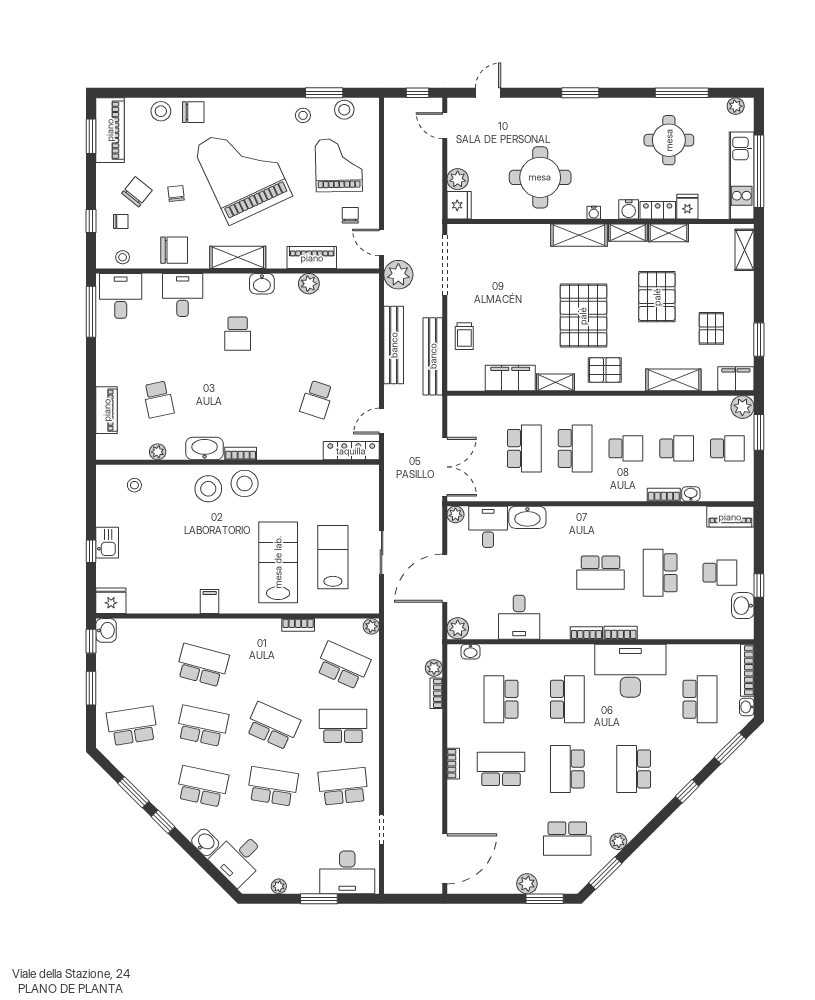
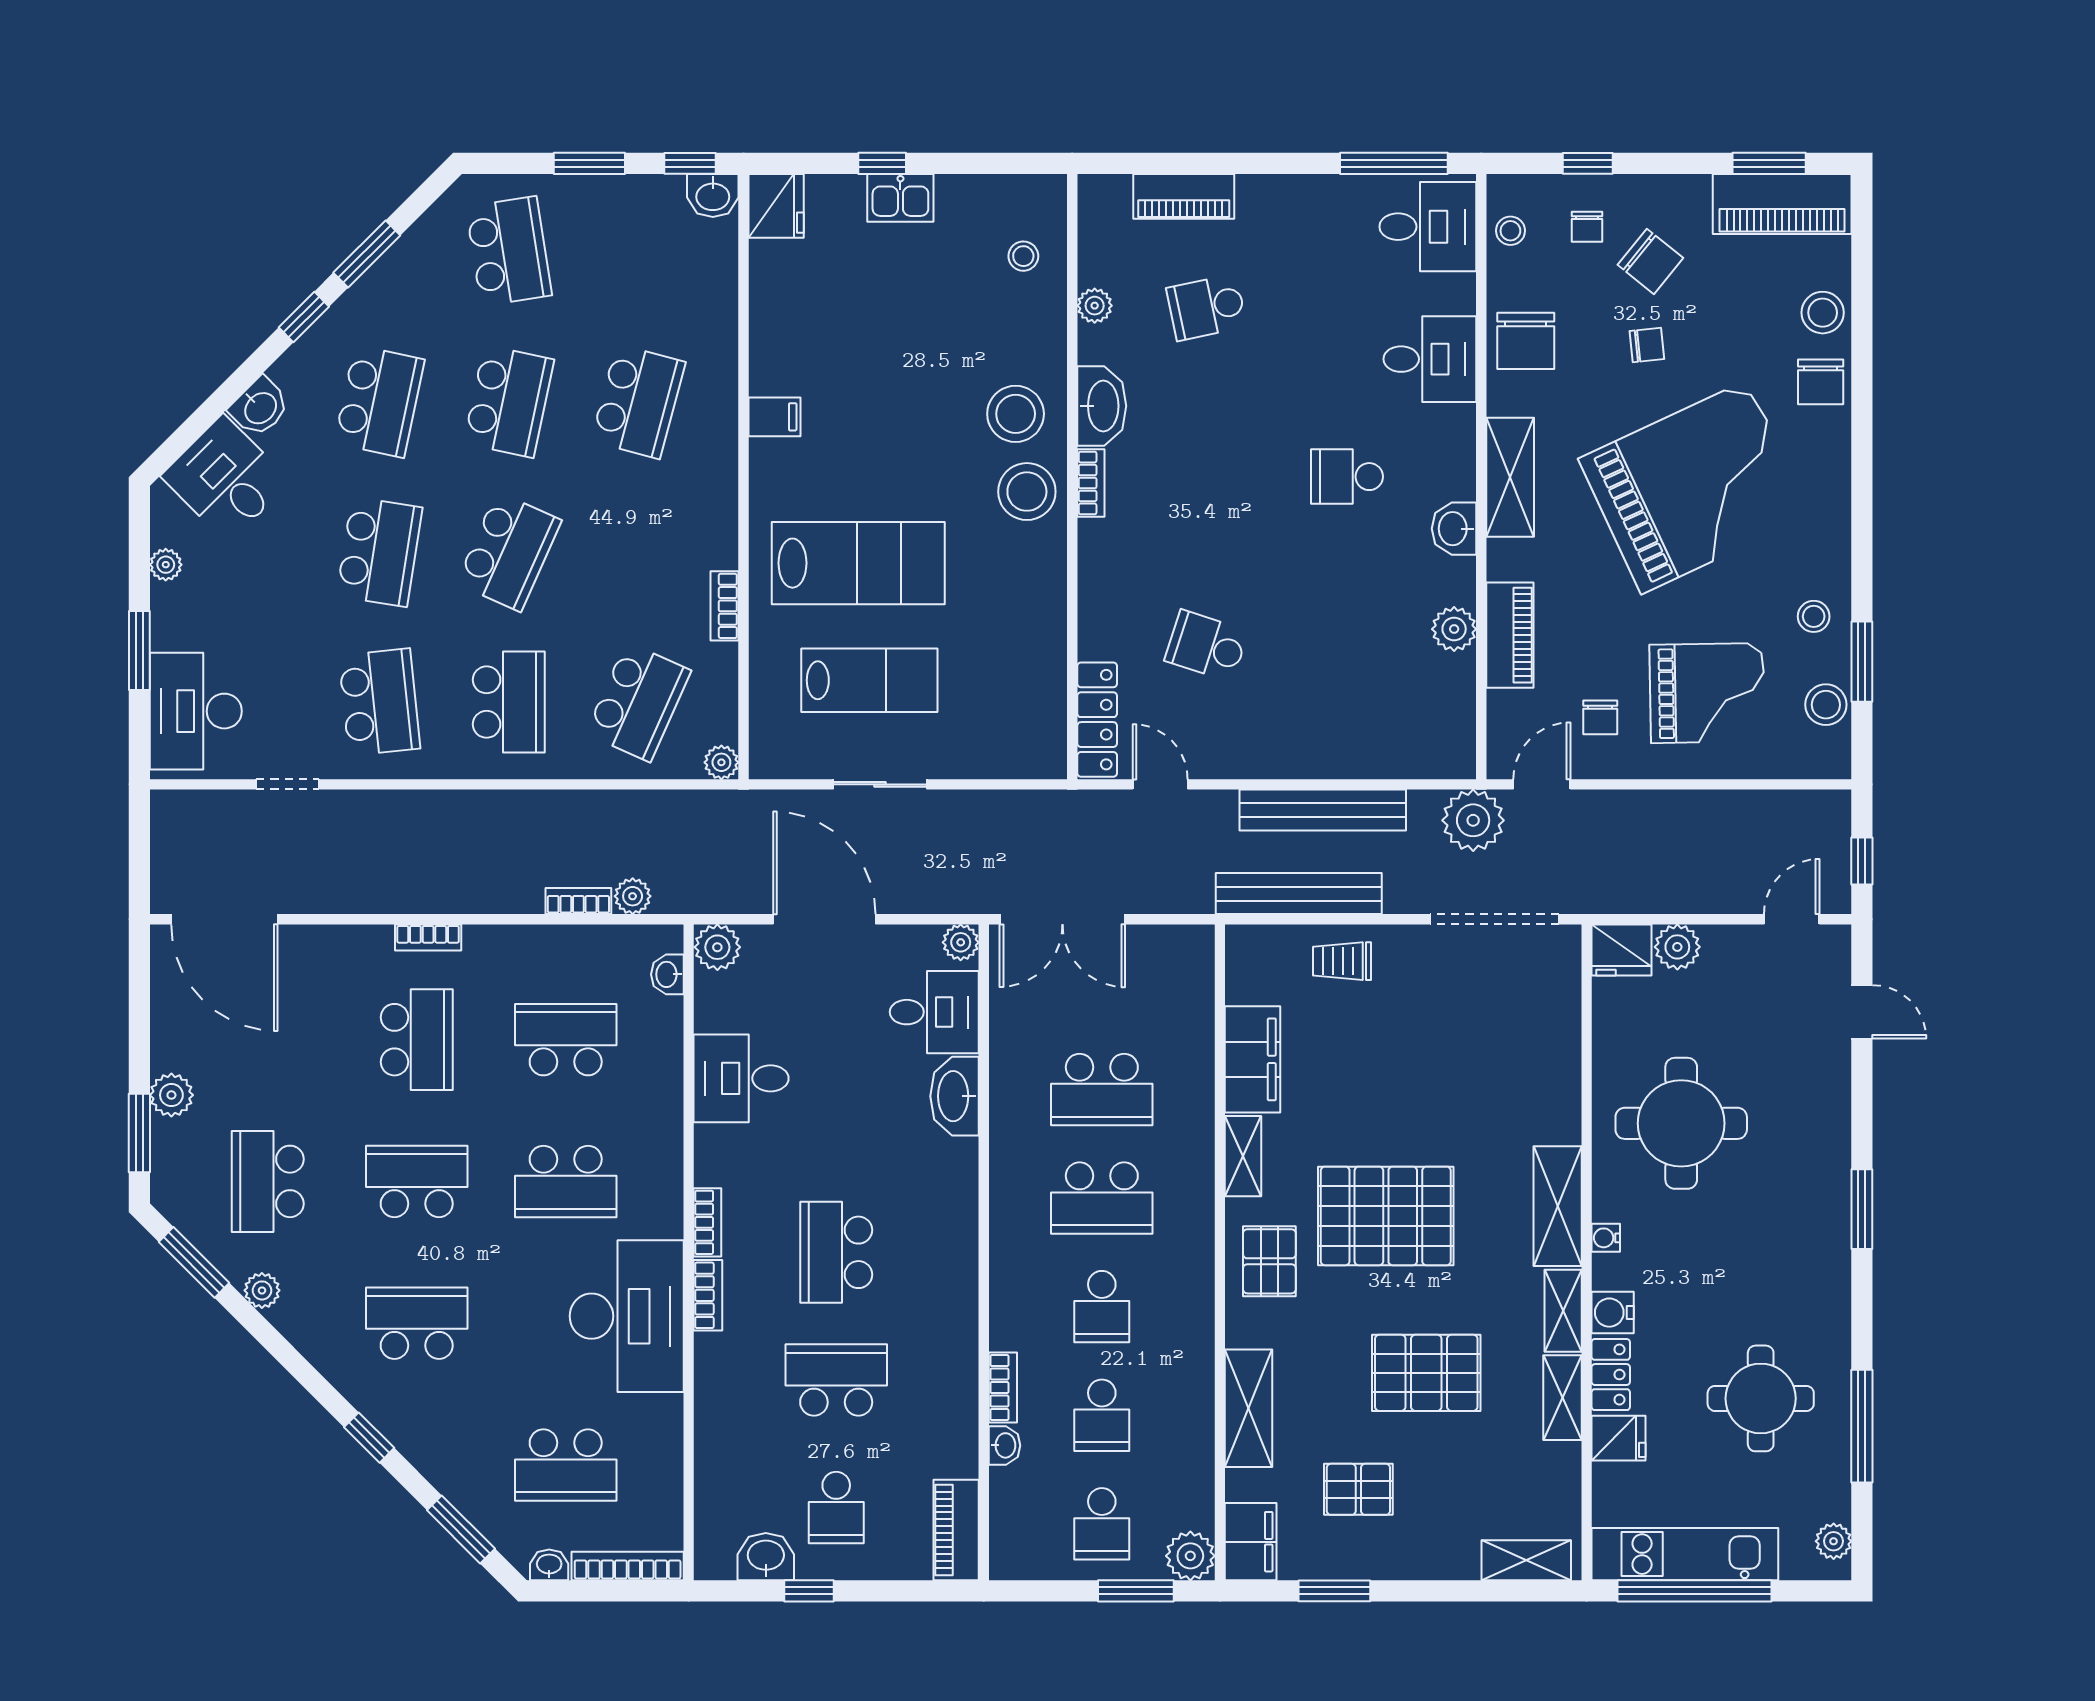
chair: (350, 215) -> (1600, 717), turned 90

